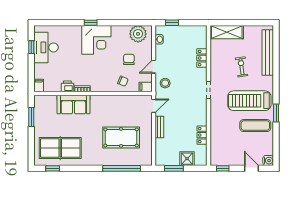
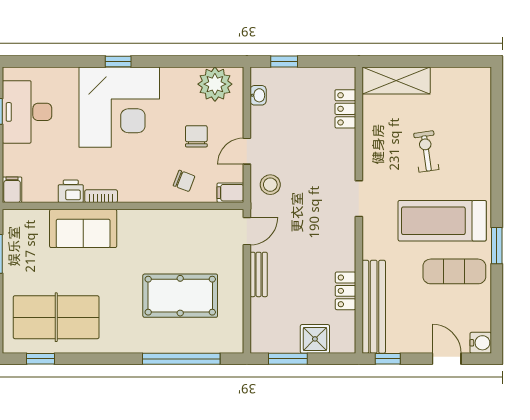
corner desk: (96, 40) -> (119, 107), width x1.36, depth x1.36
bench: (268, 52) -> (374, 307), moved
locker: (202, 58) -> (345, 109), moved

